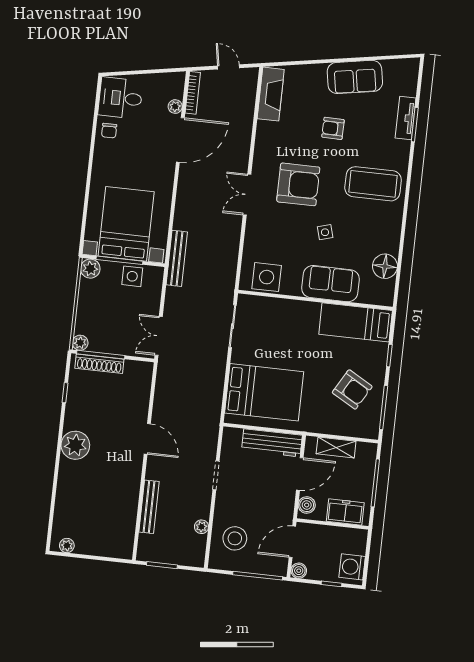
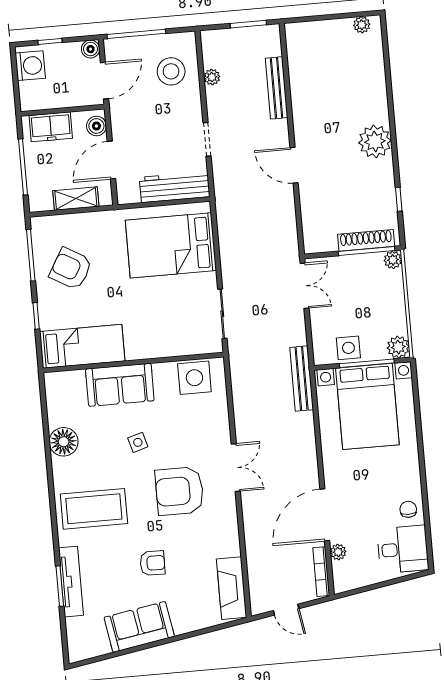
tv unit: (406, 118) -> (71, 582), width x1.41
floor lamp: (385, 266) -> (64, 442), moved
workbench: (272, 443) -> (175, 187), moved

